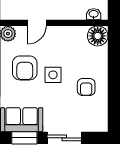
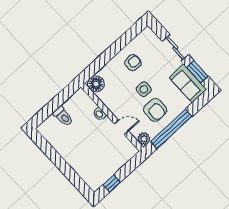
washbasin: (94, 14) -> (99, 114), moved
armchair: (25, 68) -> (155, 110), turned 90

